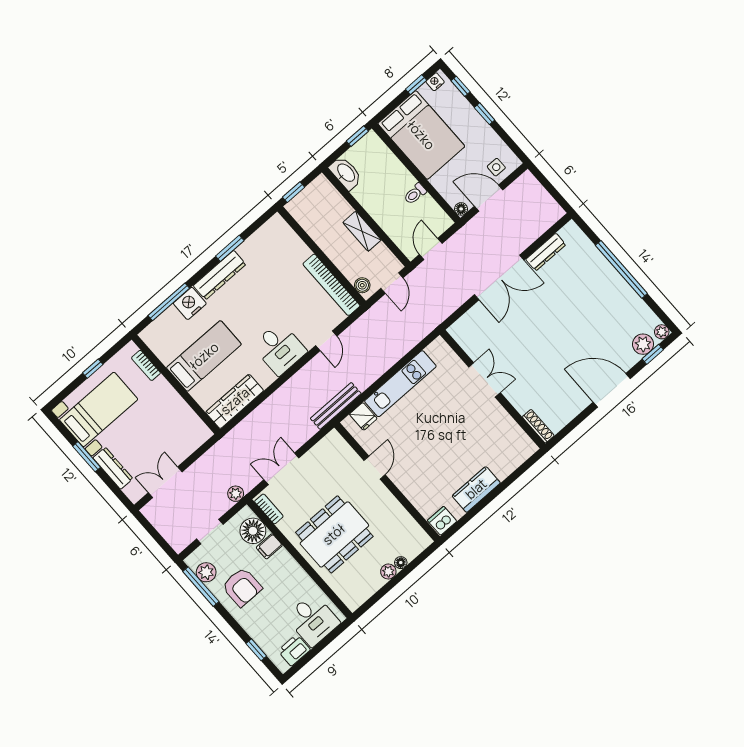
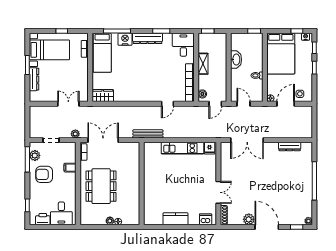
washbasin: (346, 173) -> (236, 60), moved
door: (489, 198) -> (286, 104), hinge flipped
shelving: (362, 231) -> (203, 64), moved
door: (431, 249) -> (244, 104), hinge flipped
double door: (499, 277) -> (247, 140), moved
plant: (643, 344) -> (249, 219), moved
desk: (279, 349) -> (183, 45), moved, turned 180
bed: (204, 356) -> (102, 53), moved, turned 90
double door: (484, 380) -> (218, 192), moved
wardrobe: (235, 401) -> (103, 96), width x0.67
fridge: (363, 416) -> (210, 148), moved
door: (375, 468) -> (142, 173), removed
double door: (281, 469) -> (103, 140), width x1.37
double door: (165, 482) -> (68, 104), moved
dishwasher: (442, 521) -> (206, 219), moved
floor lamp: (253, 531) -> (69, 155), removed
dining table: (334, 534) -> (101, 186), turned 90
armchair: (242, 587) -> (44, 174), turned 90

